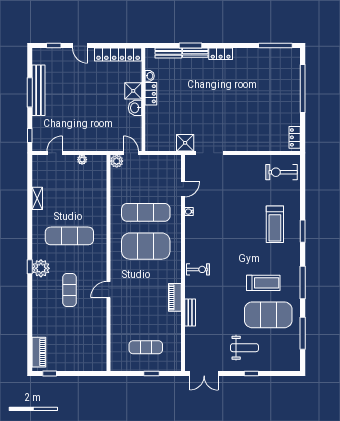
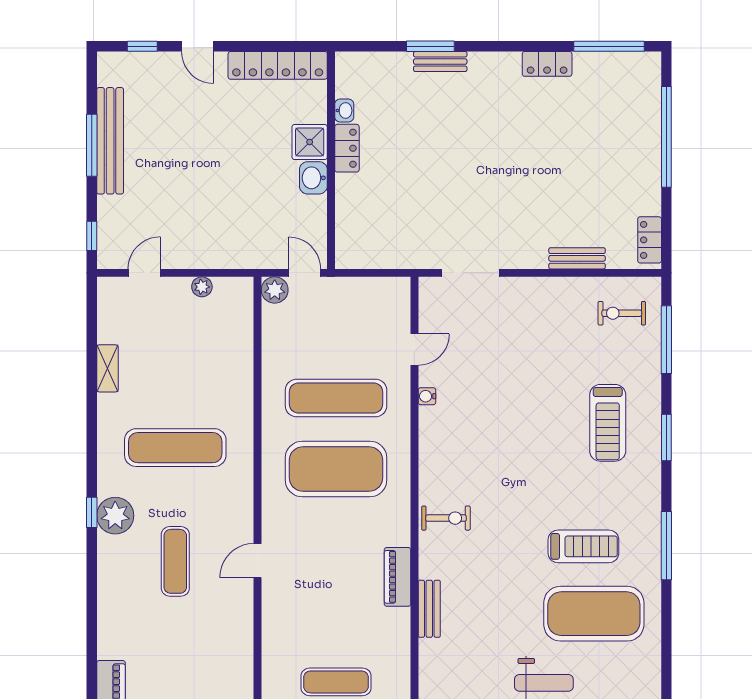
bench: (168, 53) -> (577, 258), moved
locker: (221, 54) -> (547, 64), moved
shower: (185, 143) -> (419, 251), removed
exercise bike: (281, 172) -> (622, 313), width x0.73, depth x0.72
window: (303, 333) -> (666, 340), moved

